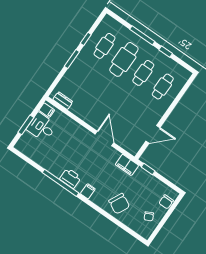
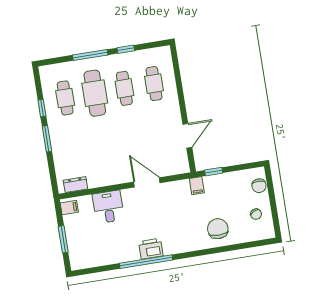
desk: (42, 127) -> (108, 207), moved, turned 90
filing cabinet: (127, 165) -> (197, 186), width x0.50
filing cabinet: (88, 191) -> (178, 245), removed
chair: (119, 204) -> (218, 229), turned -116

